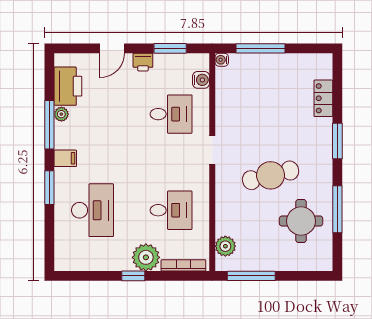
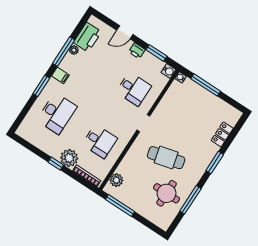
water cooler: (201, 80) -> (169, 71), moved

